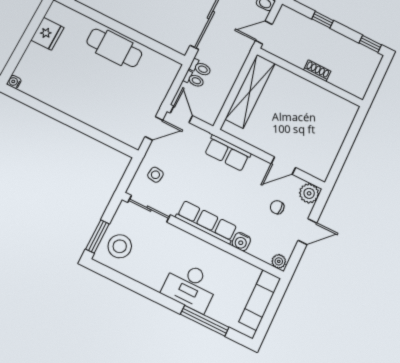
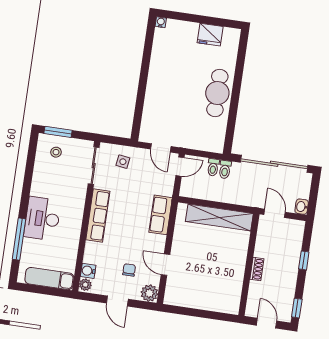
door: (377, 80) -> (267, 323), added
water cooler: (241, 242) -> (88, 271), moved
stool: (120, 246) -> (56, 152), width x0.53, depth x0.53

